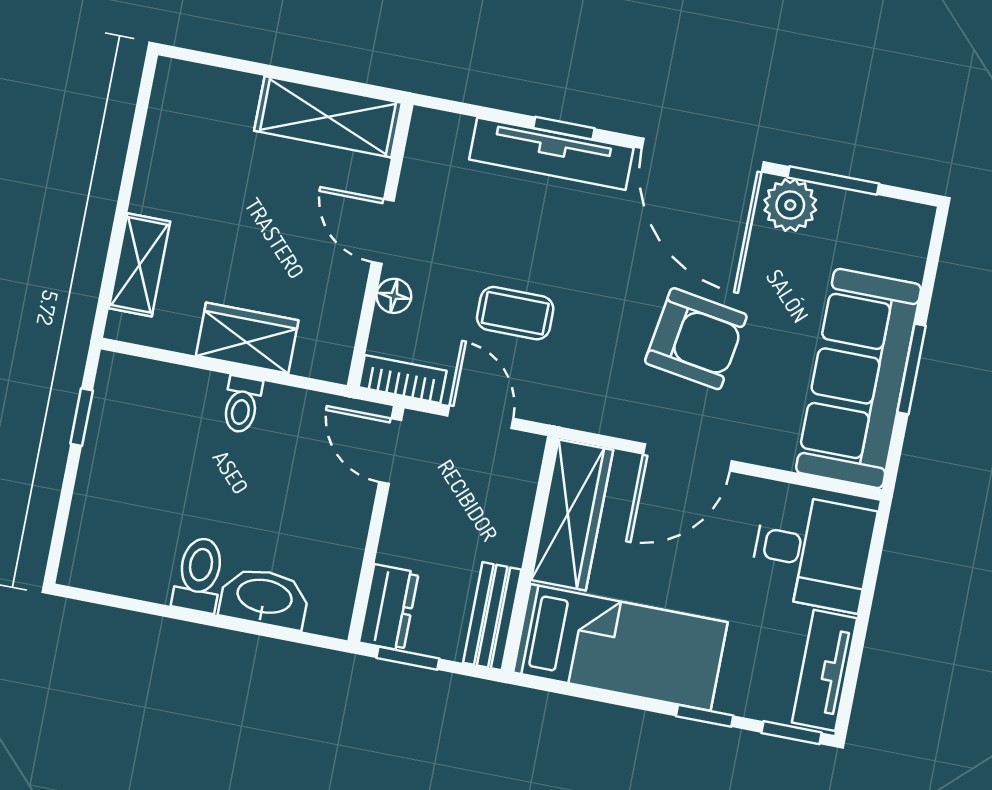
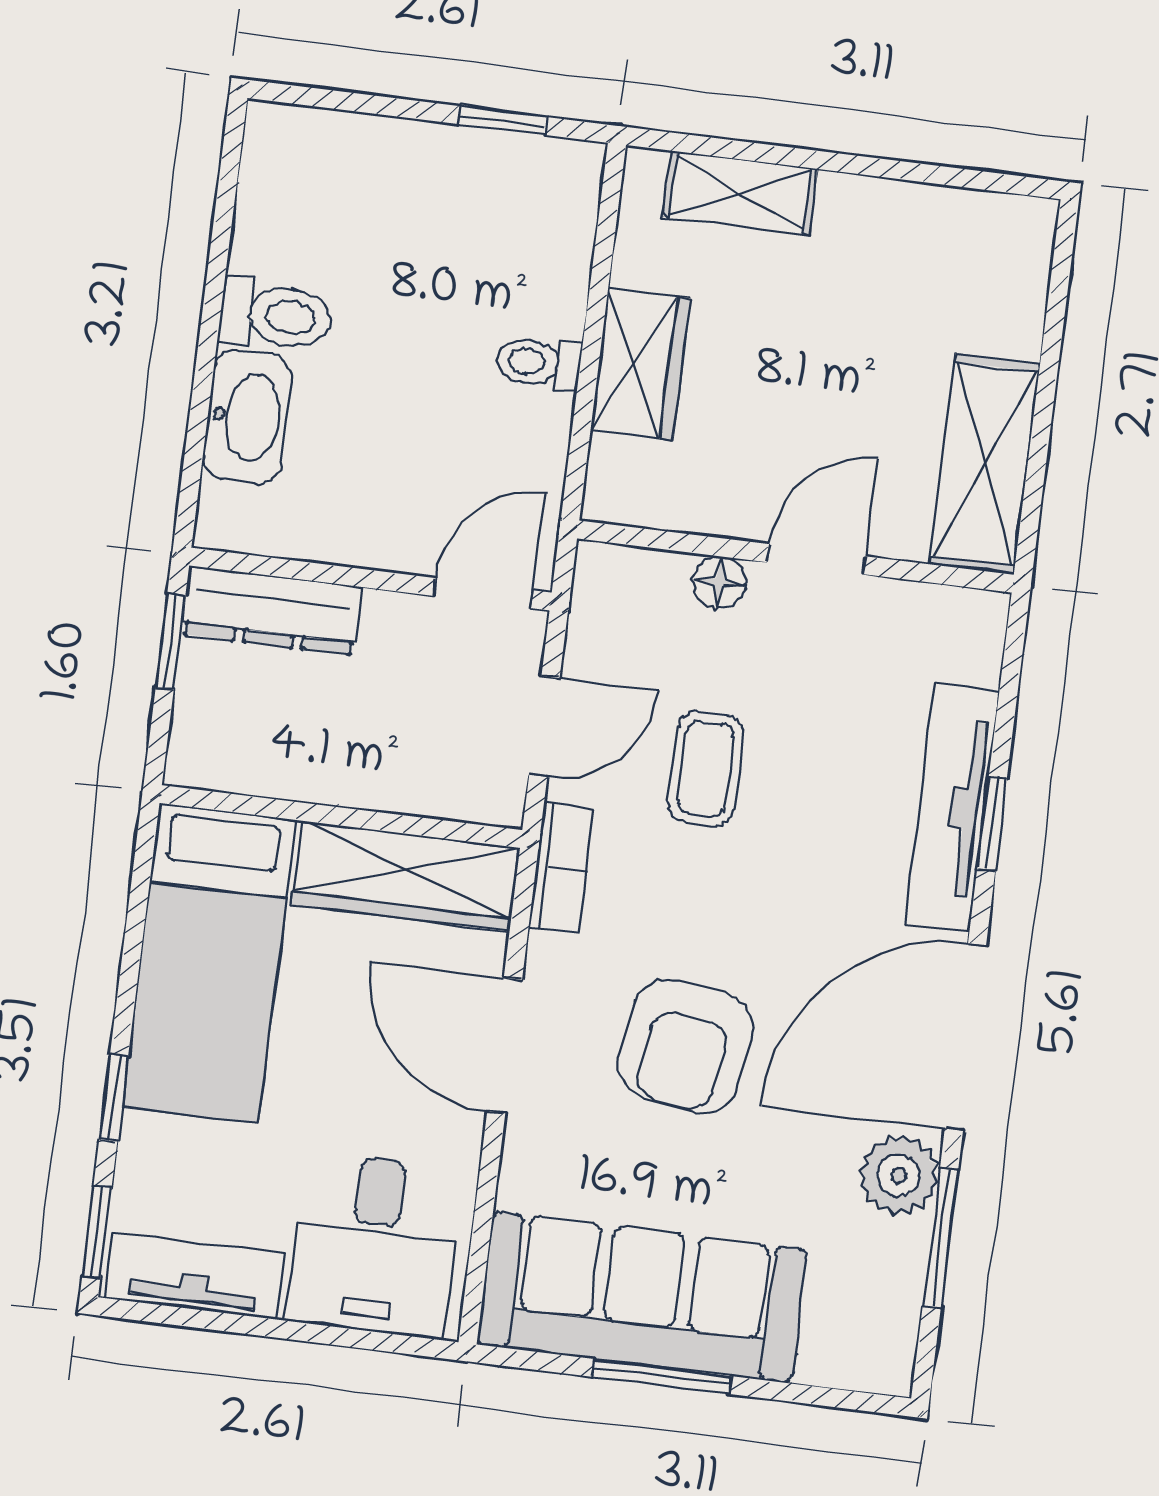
bookcase: (403, 379) -> (561, 868), moved
dresser: (389, 608) -> (272, 610), width x1.44
bench: (492, 616) -> (243, 765), removed

